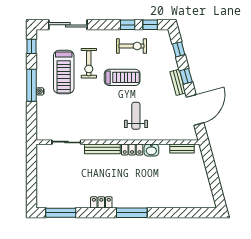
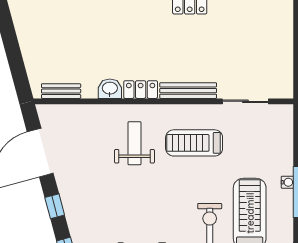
treadmill: (122, 77) -> (194, 143), moved
bench: (178, 82) -> (68, 197), removed
weight bench: (136, 116) -> (135, 143), turned 180

